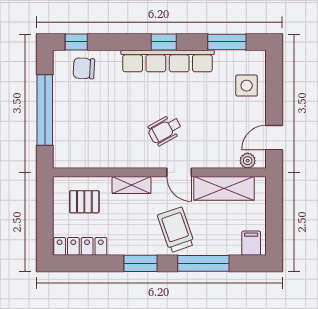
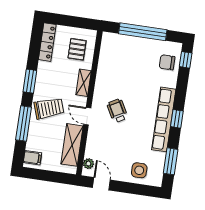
chair: (84, 68) -> (167, 62), turned -93
door: (179, 172) -> (87, 116), hinge flipped

